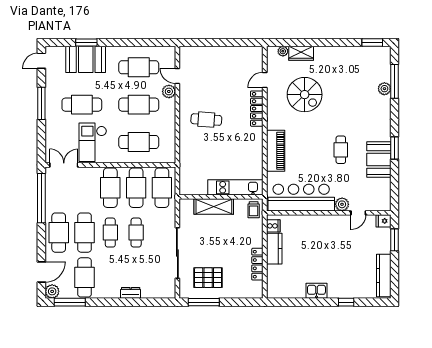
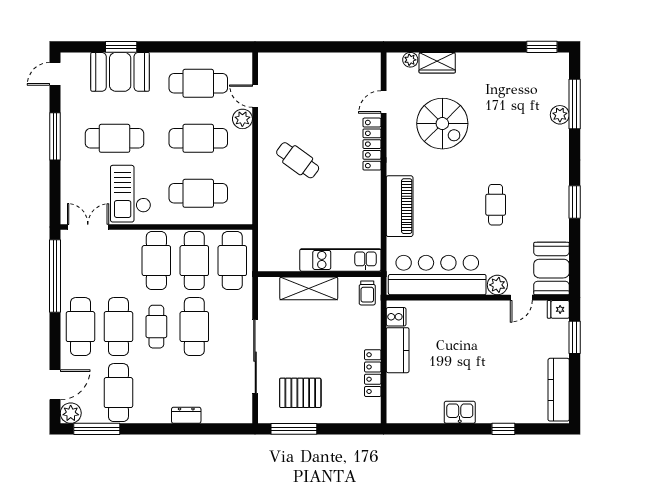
cafe table: (206, 120) -> (298, 160), turned 32
booth: (379, 159) -> (551, 269), moved
cafe table: (136, 233) -> (194, 327), width x1.37, depth x1.35

